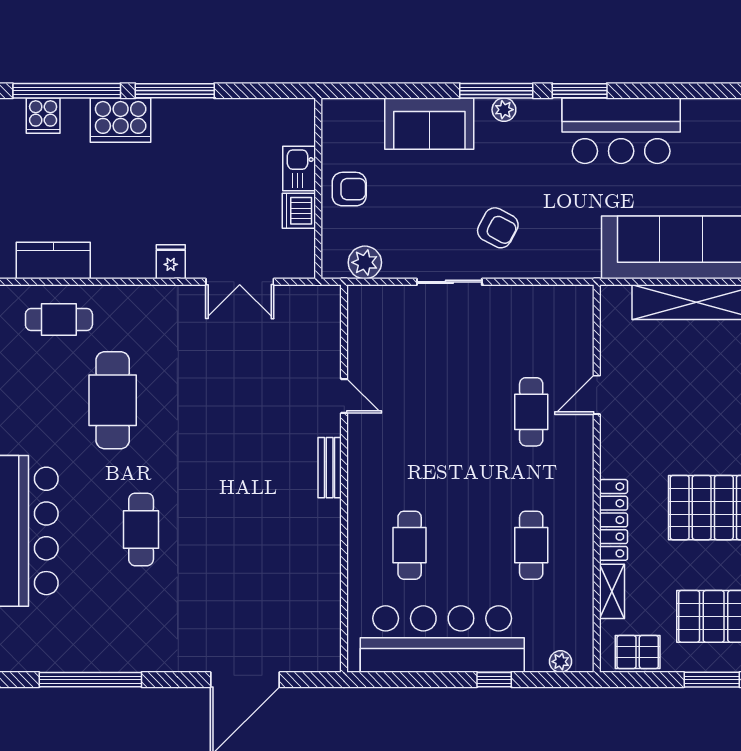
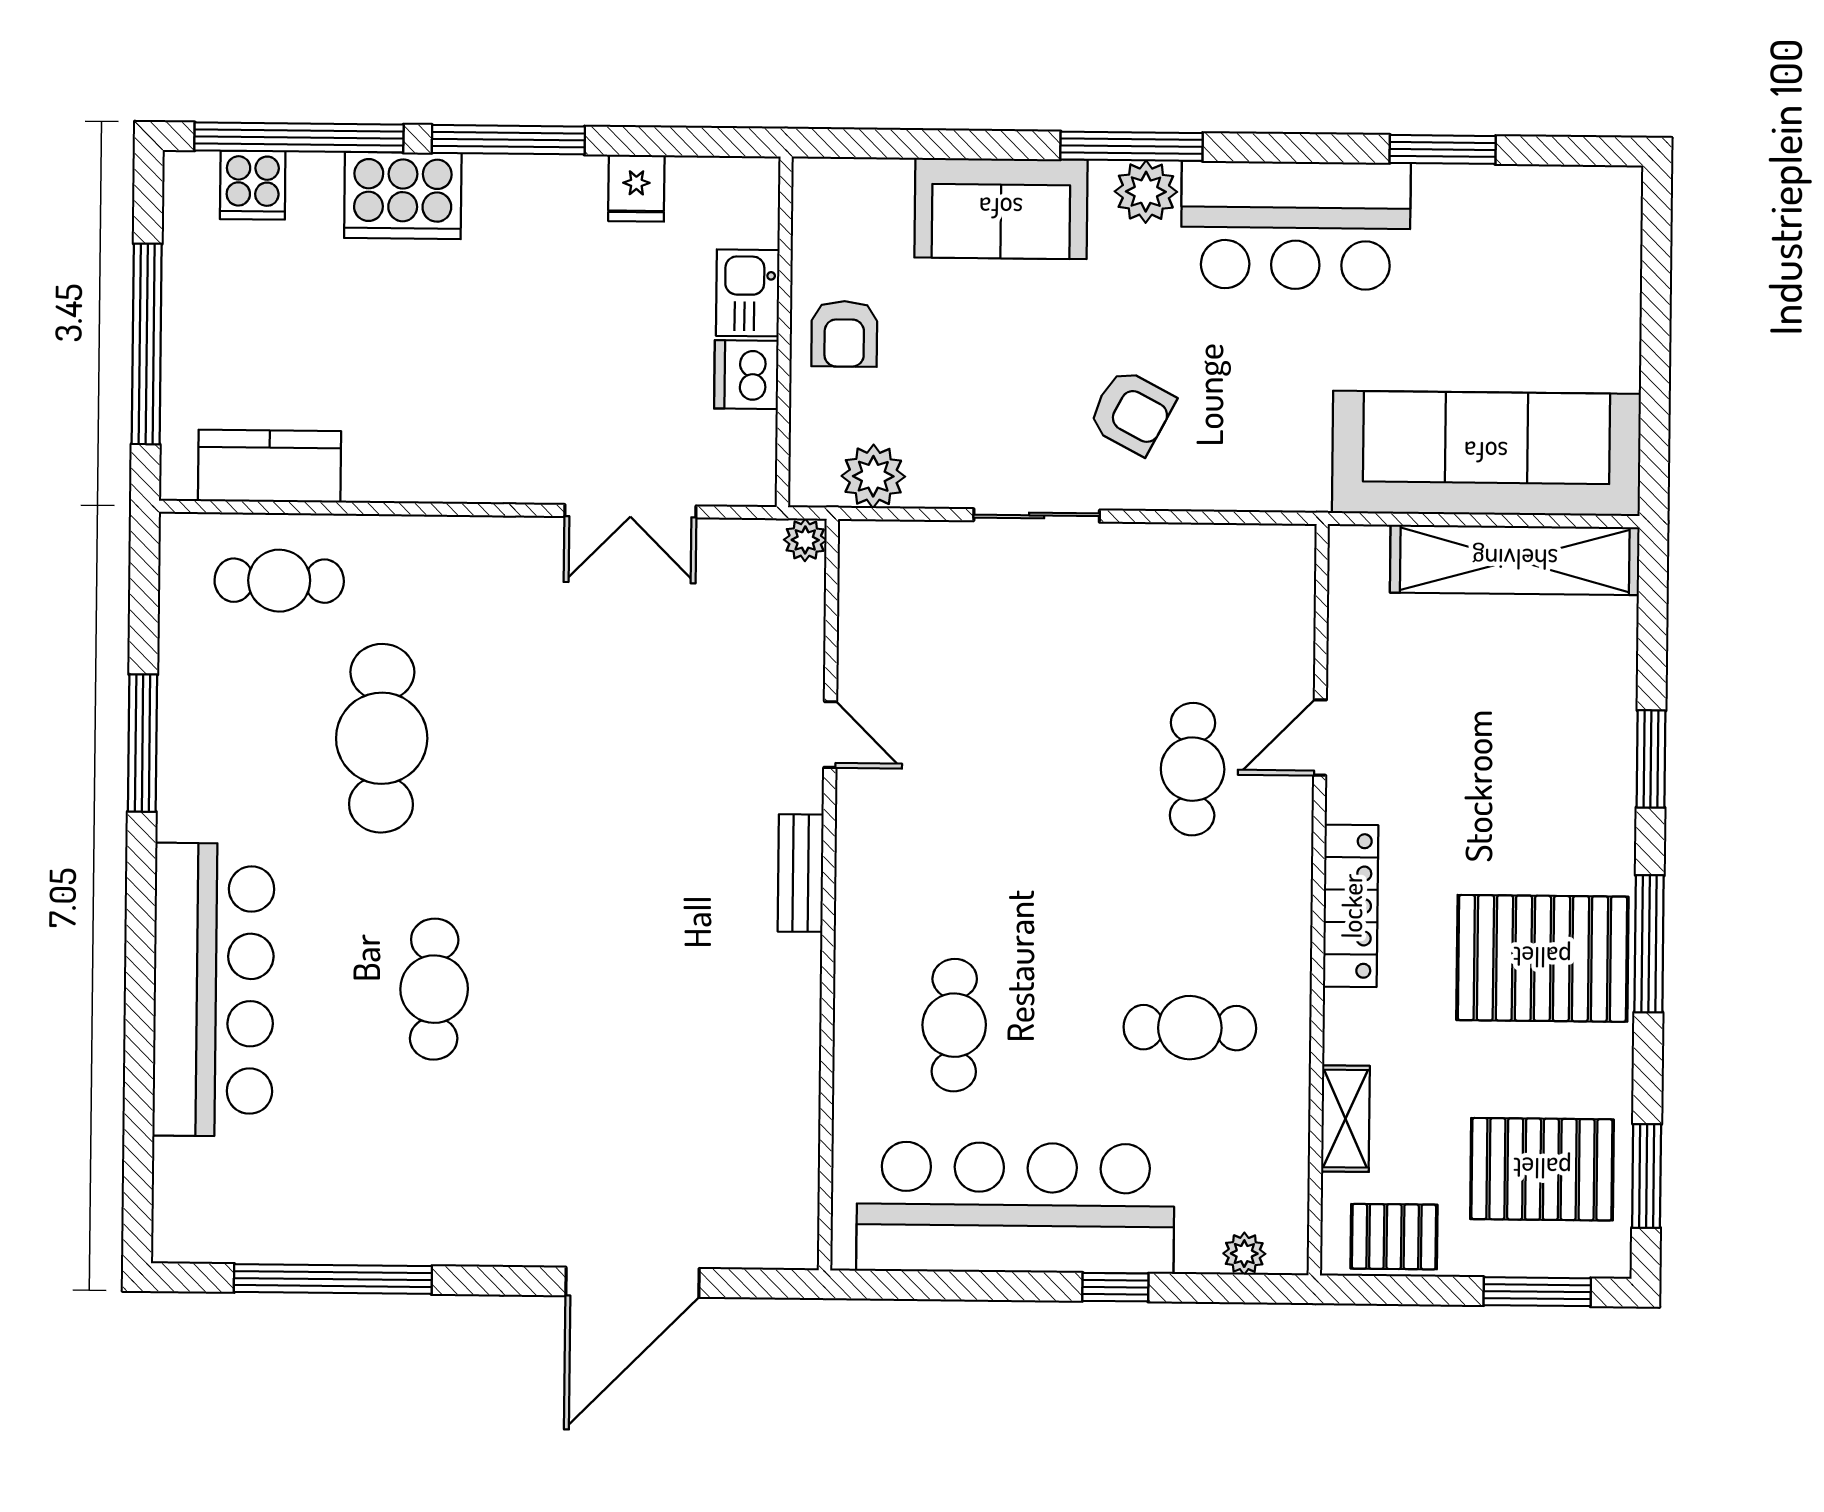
window: (580, 91) -> (1443, 149), moved
plant: (504, 110) -> (1146, 192), width x1.38, depth x1.38
bar counter: (621, 131) -> (1296, 225), moved
armchair: (349, 189) -> (844, 334), turned 90
fridge: (171, 262) -> (636, 188), moved, turned 180
plant: (330, 296) -> (805, 540), added
locker: (613, 520) -> (1351, 906), moved
cafe table: (531, 545) -> (1190, 1028), turned 90

